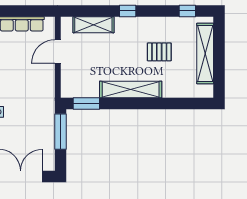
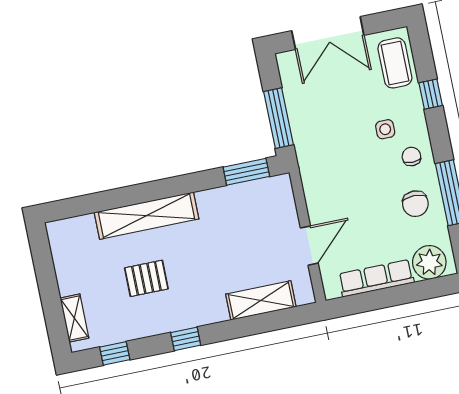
window: (128, 11) -> (186, 339), moved
shelving: (205, 54) -> (74, 318), width x0.45, depth x0.75
shelving: (131, 89) -> (147, 216), moved

